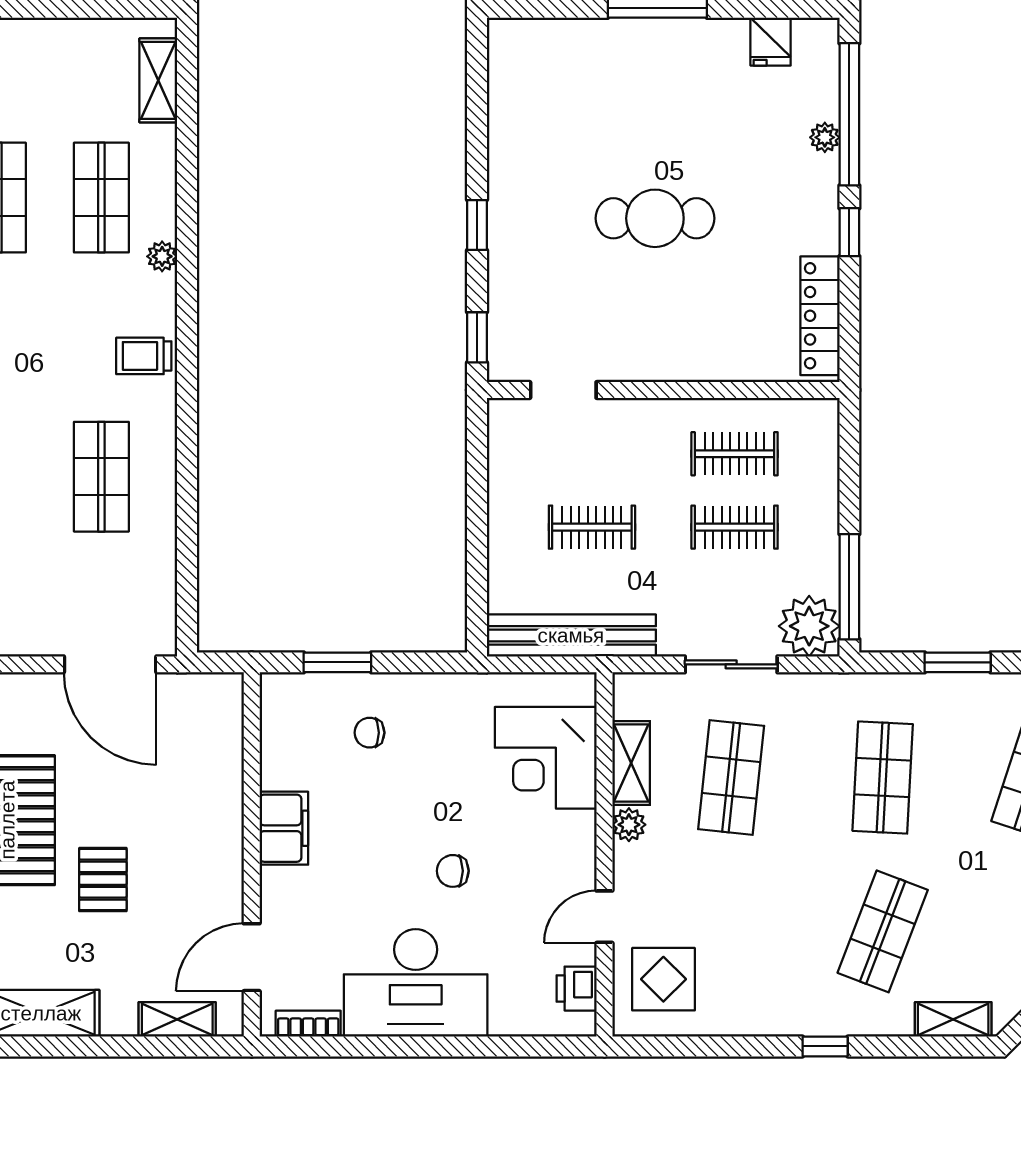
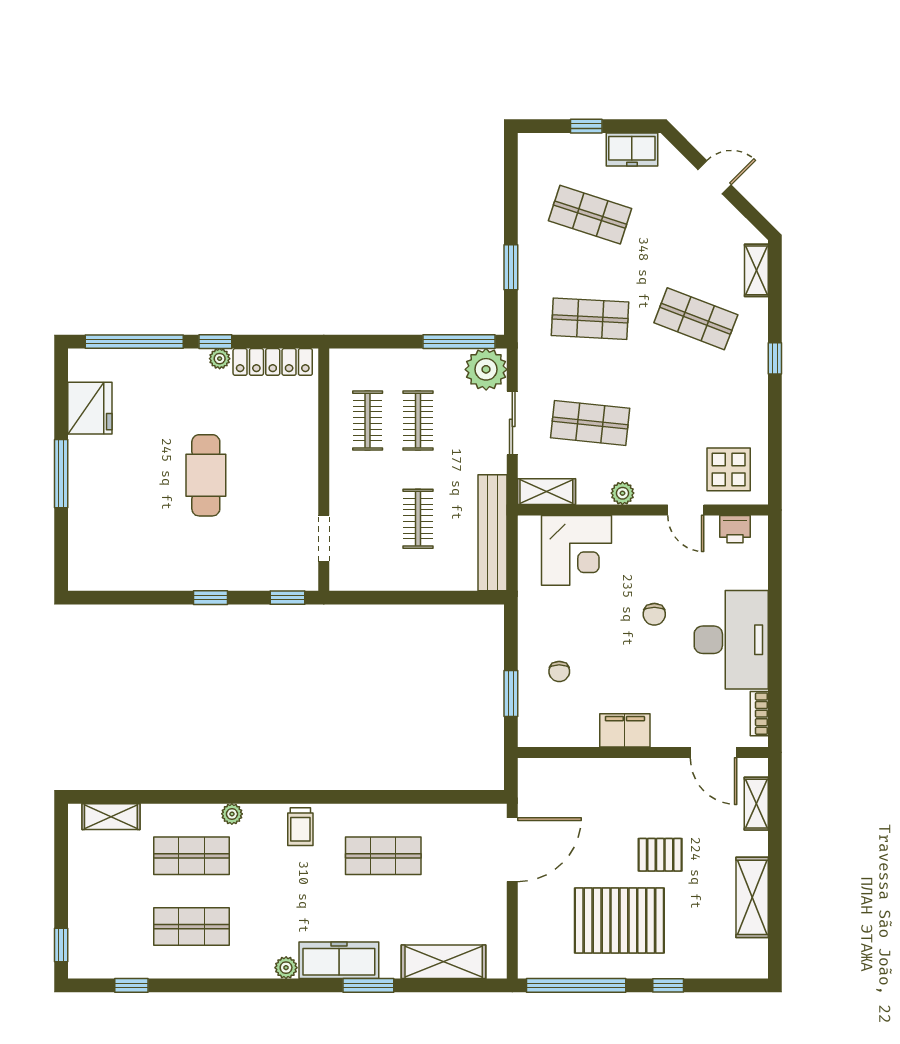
fridge: (771, 42) -> (90, 408), width x1.88, depth x1.34
plant: (825, 137) -> (220, 359), moved
shelving: (631, 763) -> (546, 492), moved

